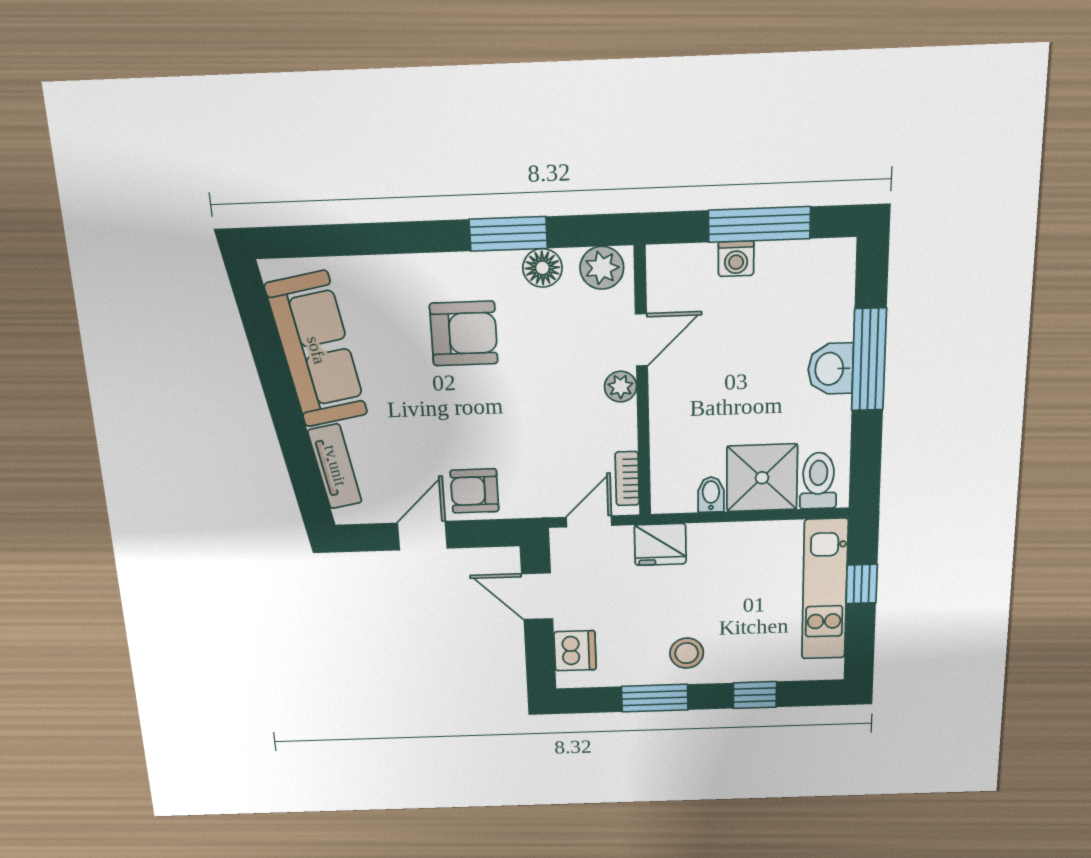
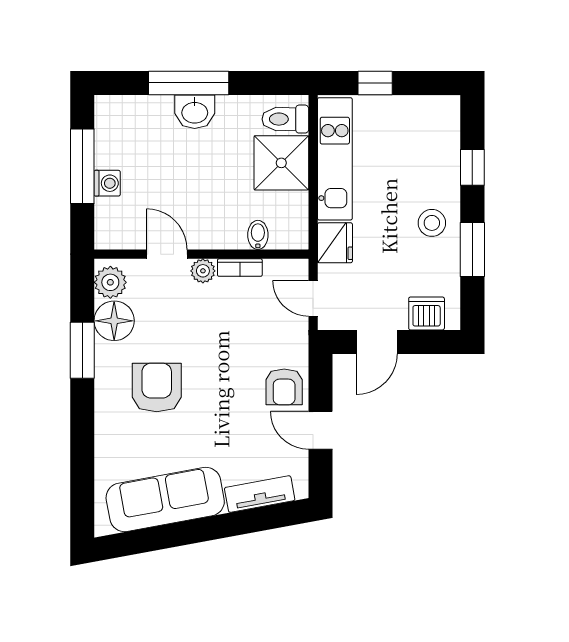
floor lamp: (542, 268) -> (114, 321), width x1.38, depth x1.38
bookcase: (627, 479) -> (240, 268), moved
bidet: (711, 494) -> (258, 235), moved, turned 90
kitchen unit: (825, 589) -> (335, 159), moved, turned -90

